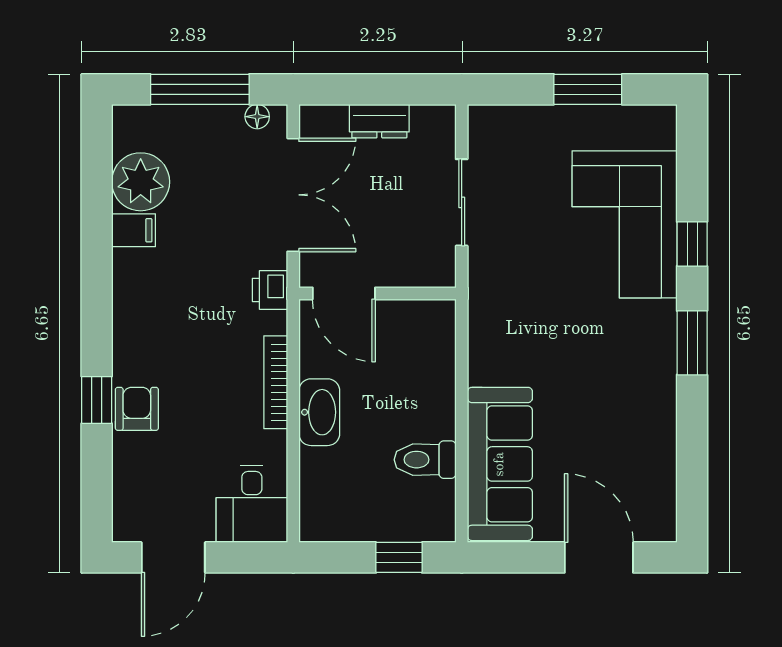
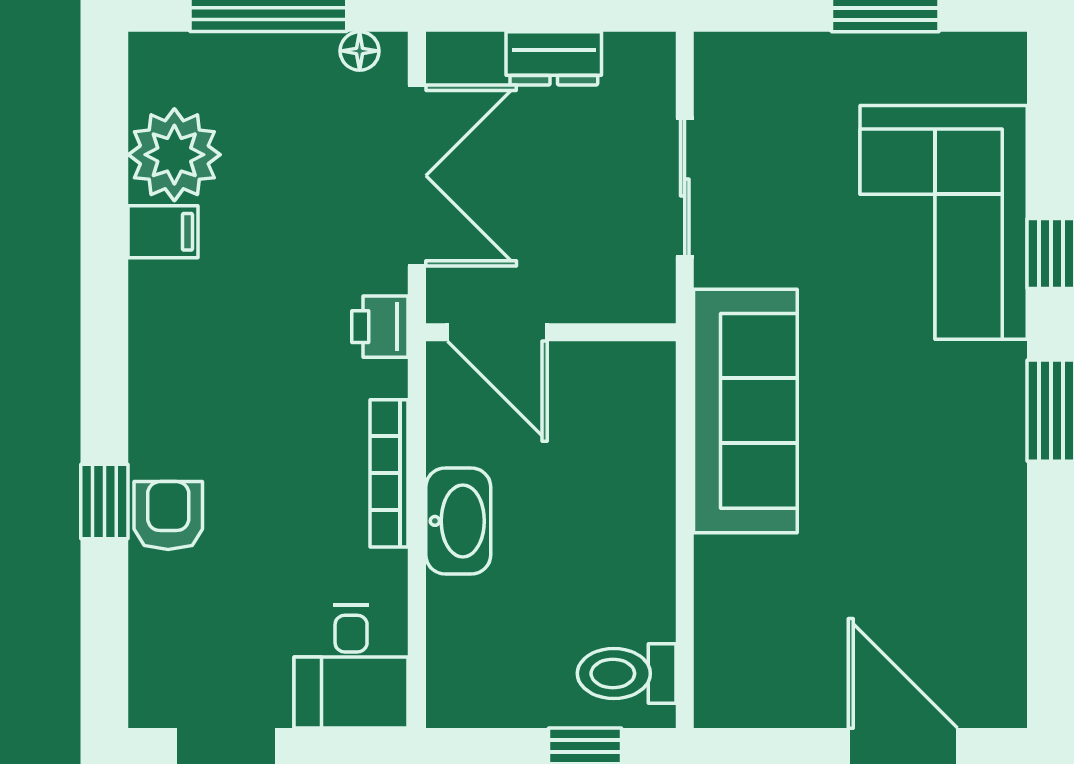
toilet: (425, 460) -> (627, 673), moved
sofa: (500, 464) -> (745, 411), moved

